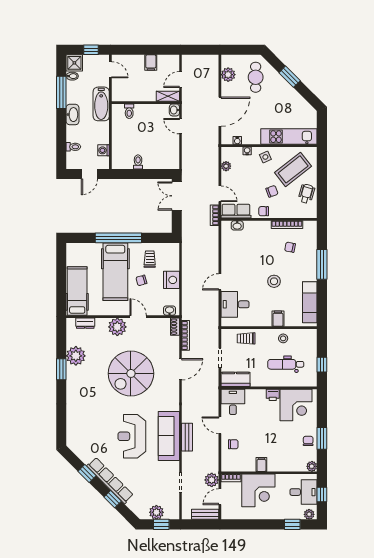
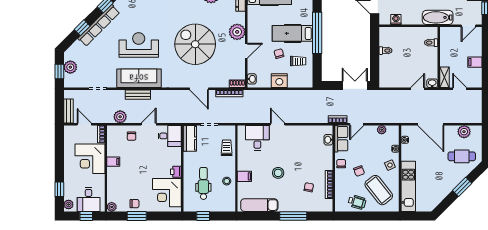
hospital bed: (115, 272) -> (293, 33), width x0.73, depth x0.78
plant: (212, 480) -> (120, 117), moved

